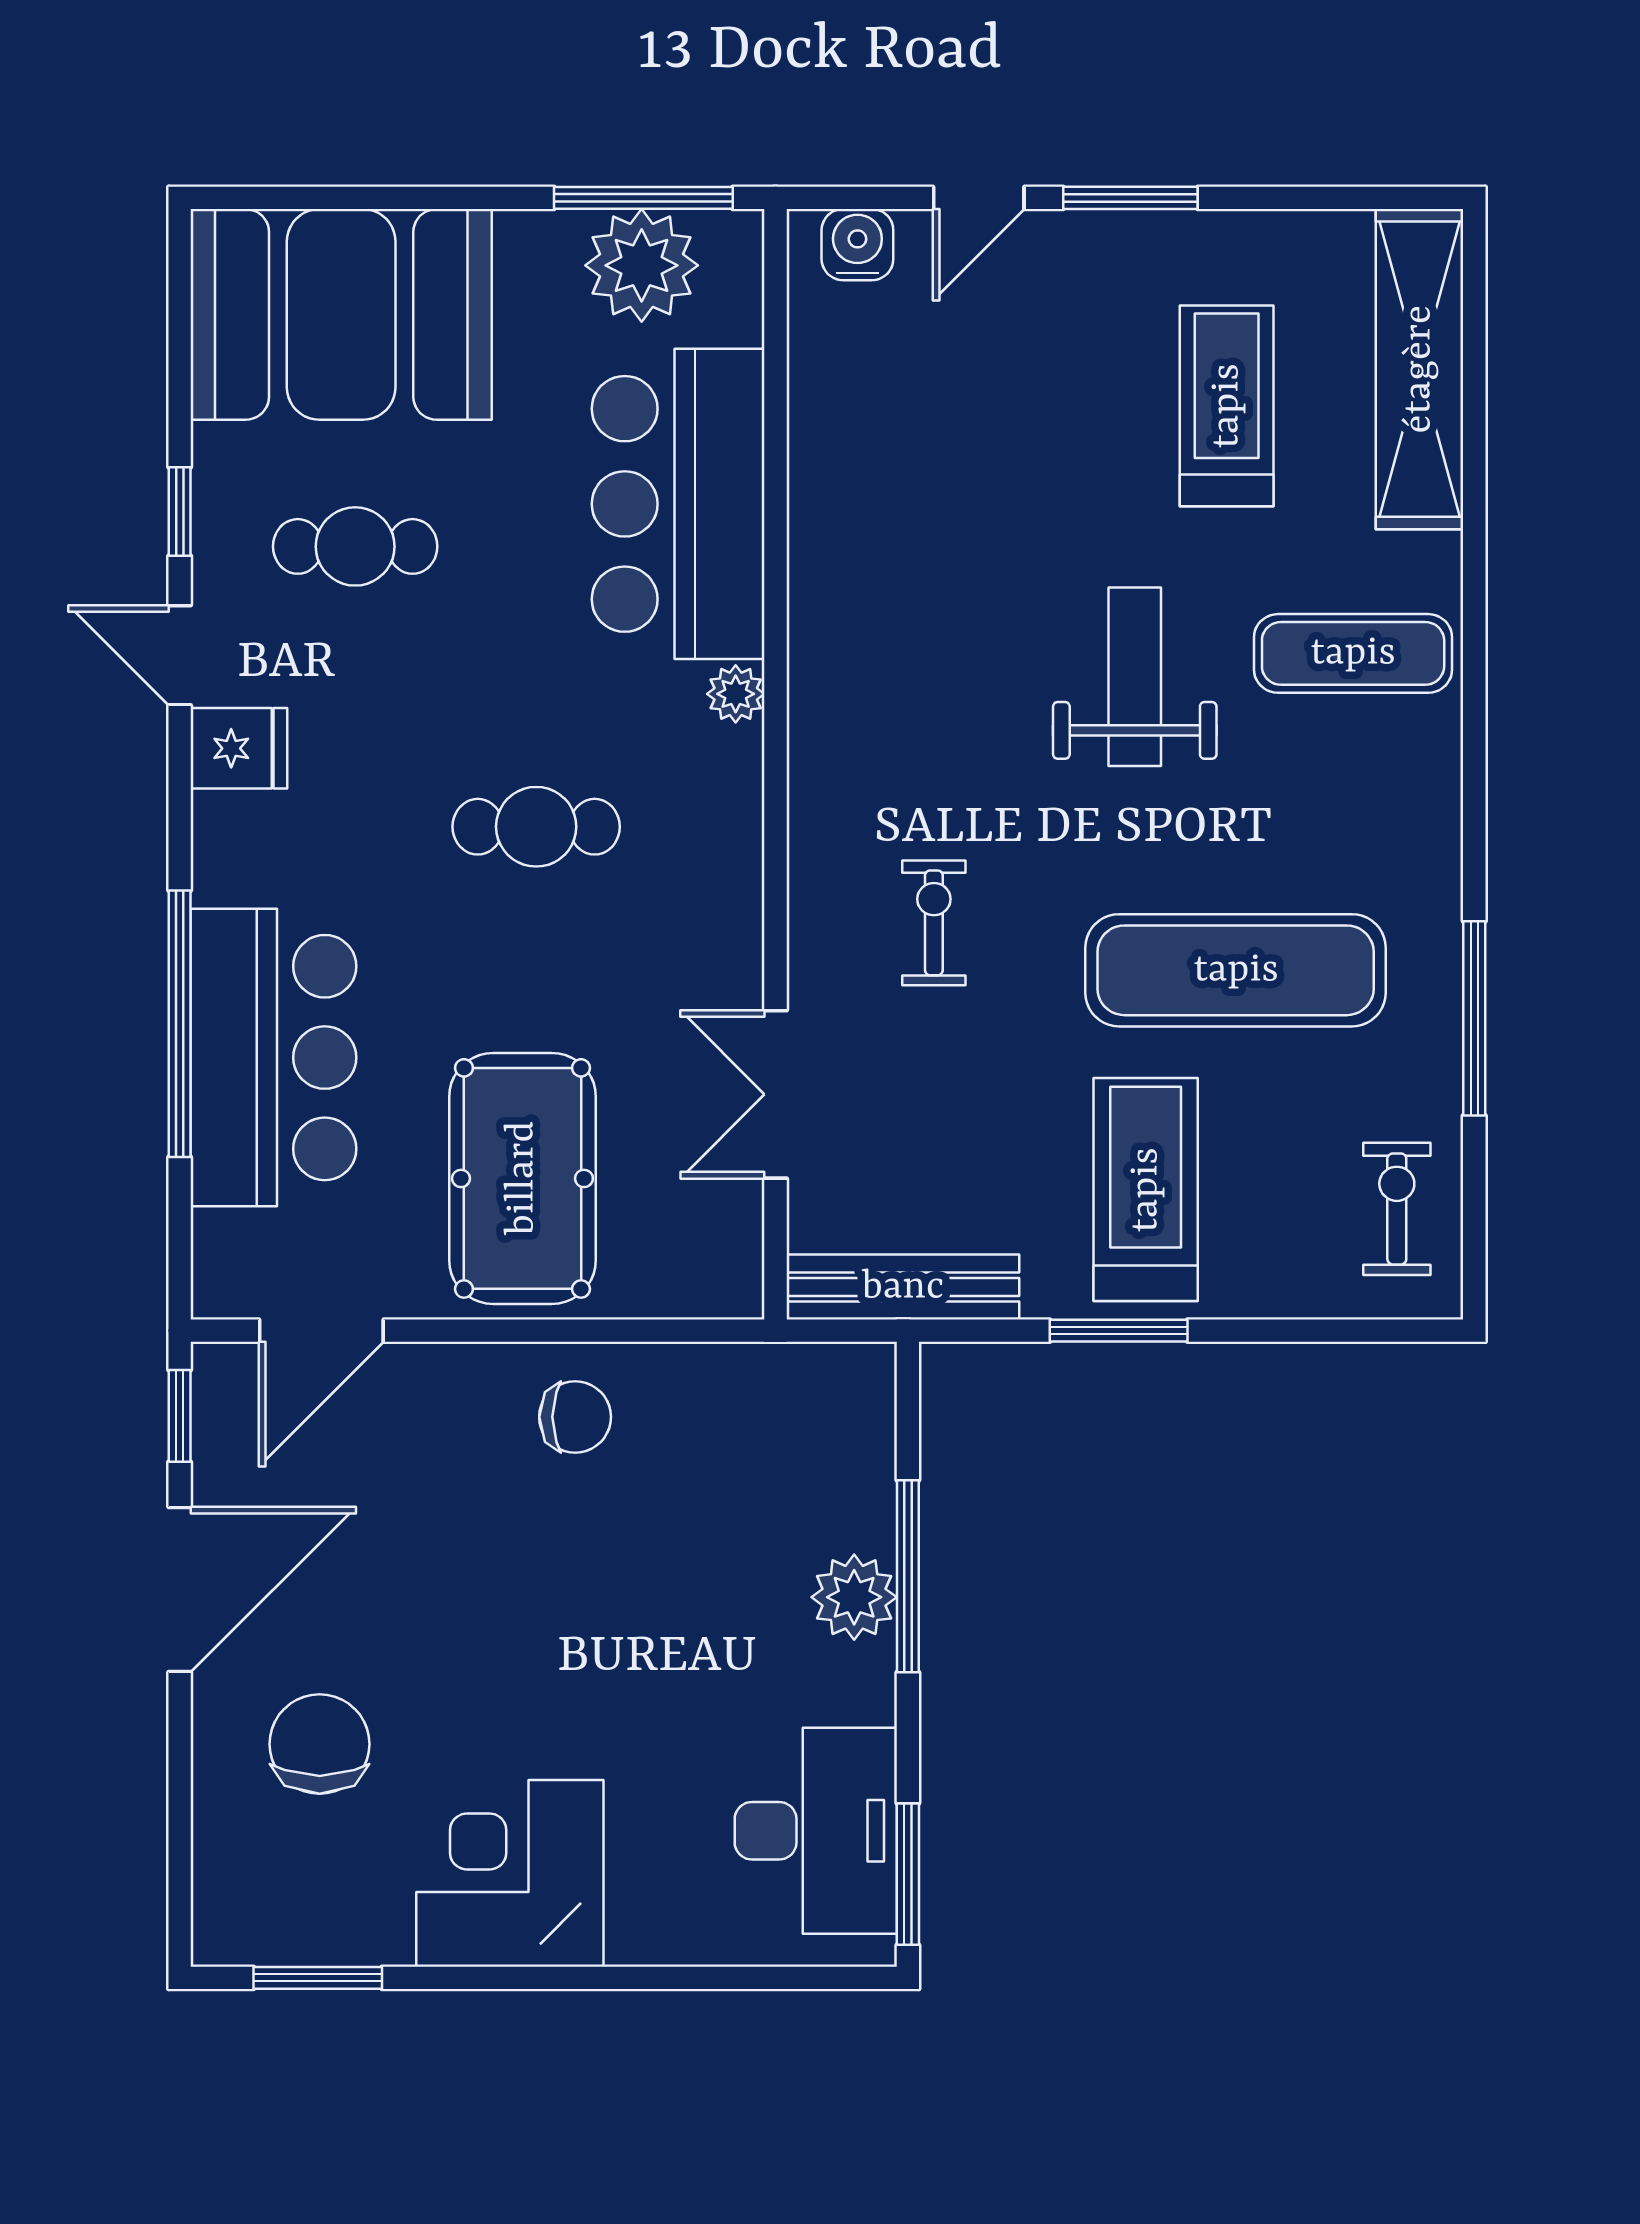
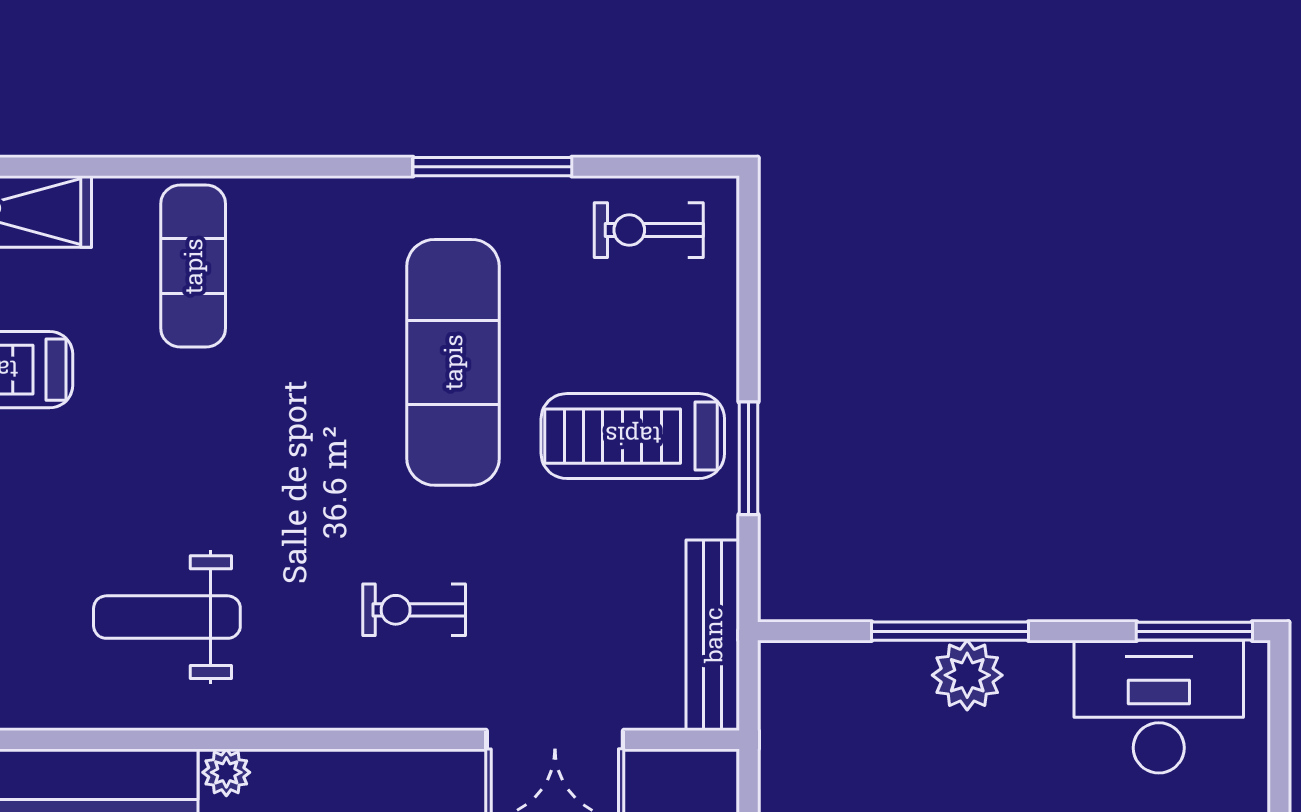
weight bench: (1135, 677) -> (167, 617), moved

